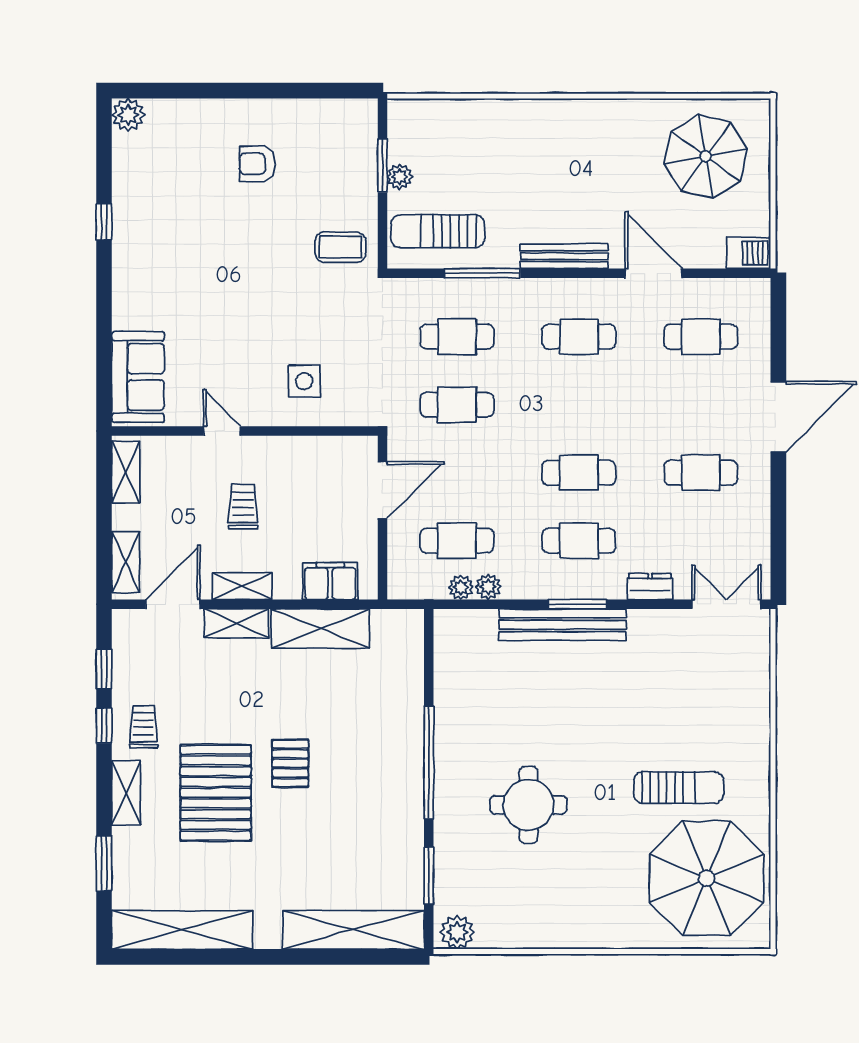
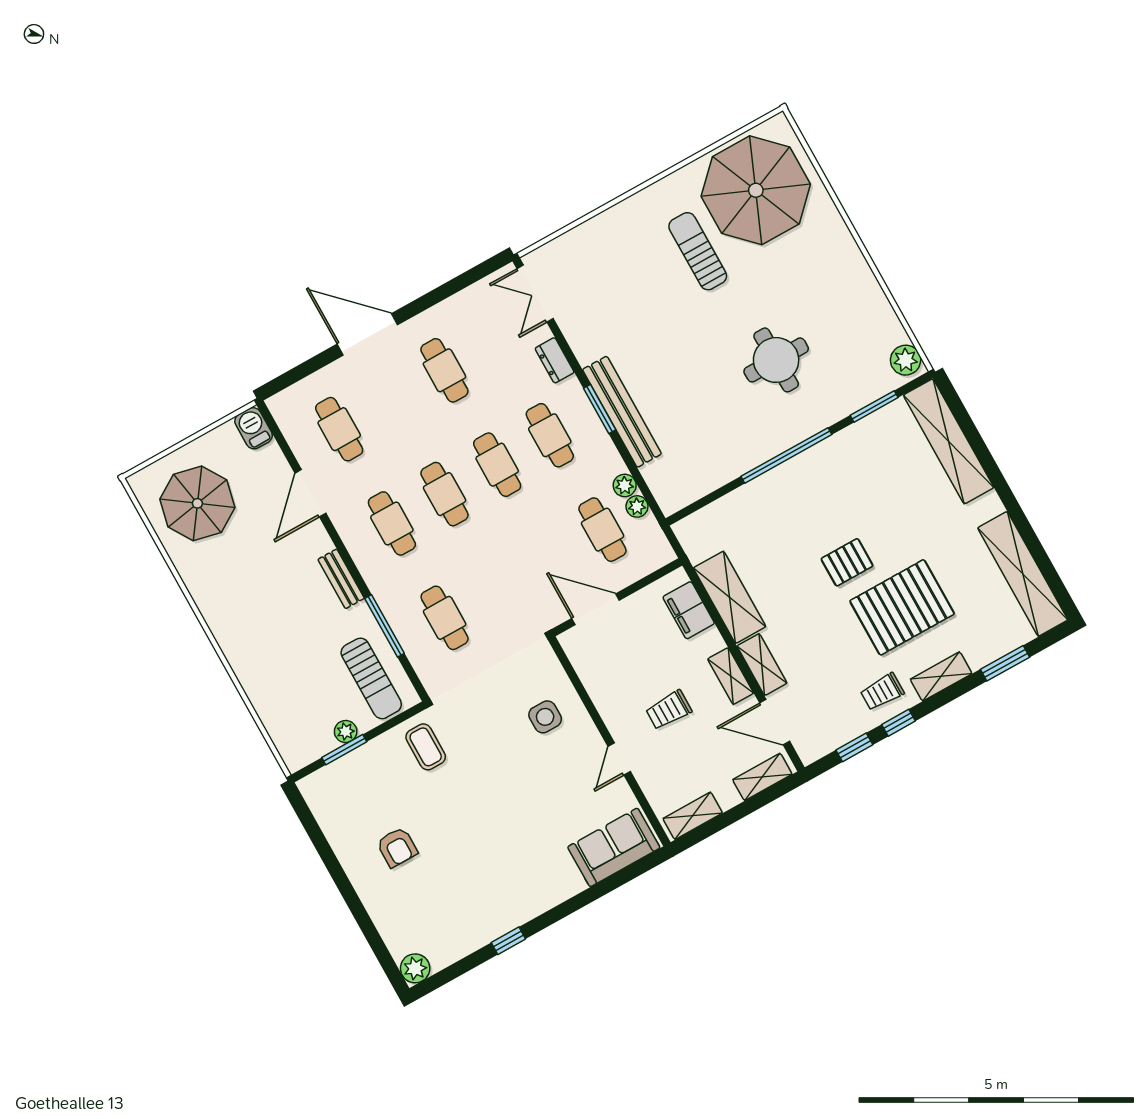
bench: (564, 256) -> (341, 579), width x0.73
cafe table: (457, 405) -> (444, 494), moved

